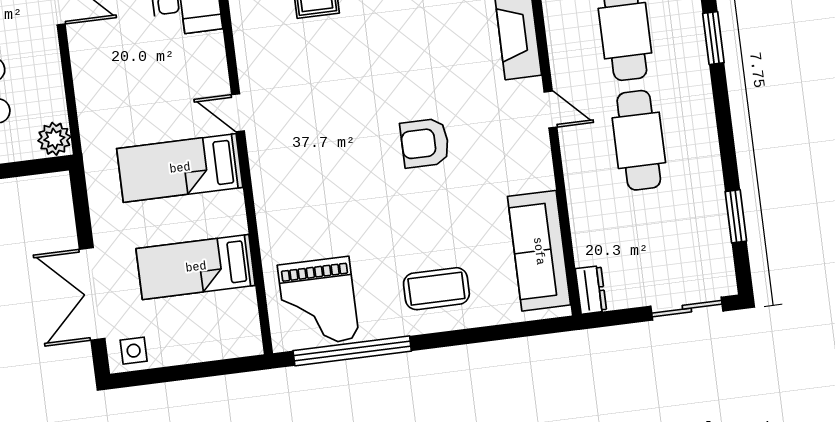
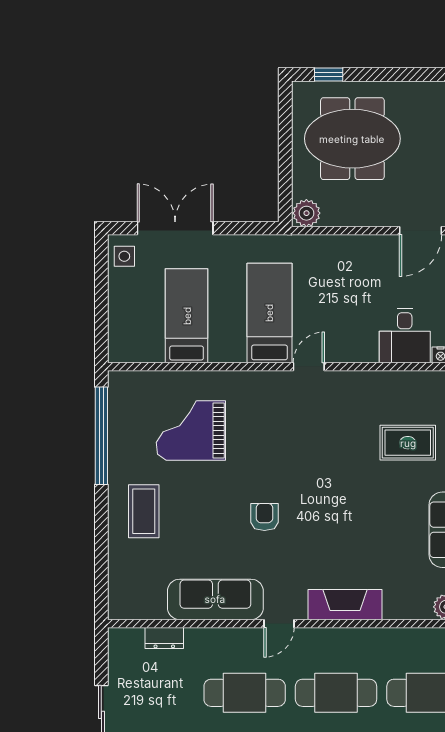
armchair: (425, 143) -> (264, 517), width x0.72, depth x0.72
sofa: (539, 251) -> (215, 599), moved
dresser: (591, 290) -> (164, 638), moved
grand piano: (318, 302) -> (191, 430), moved

